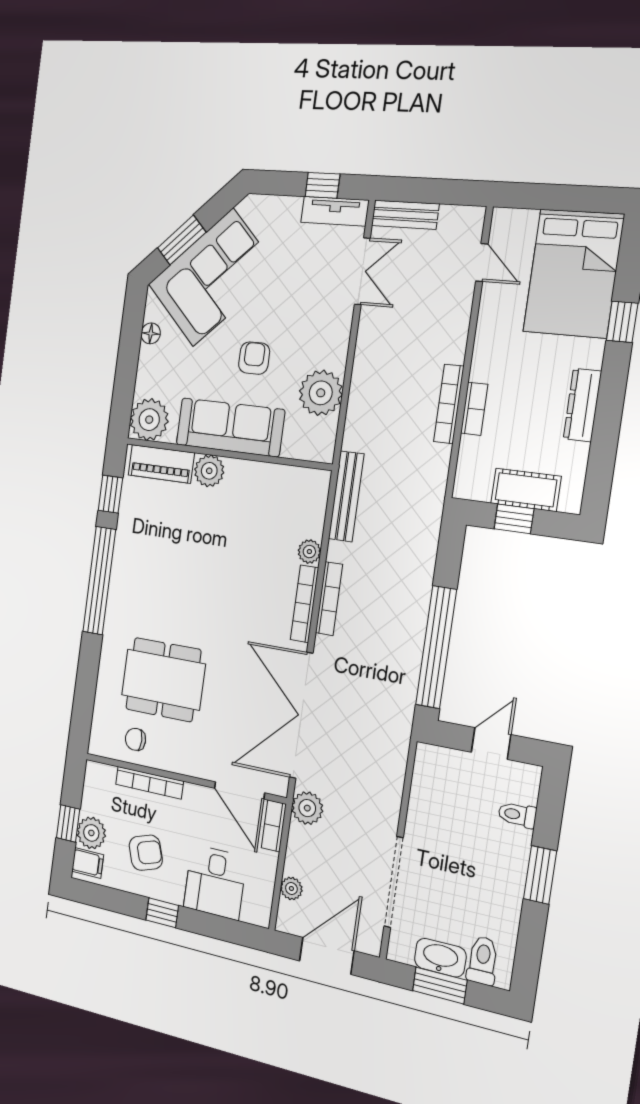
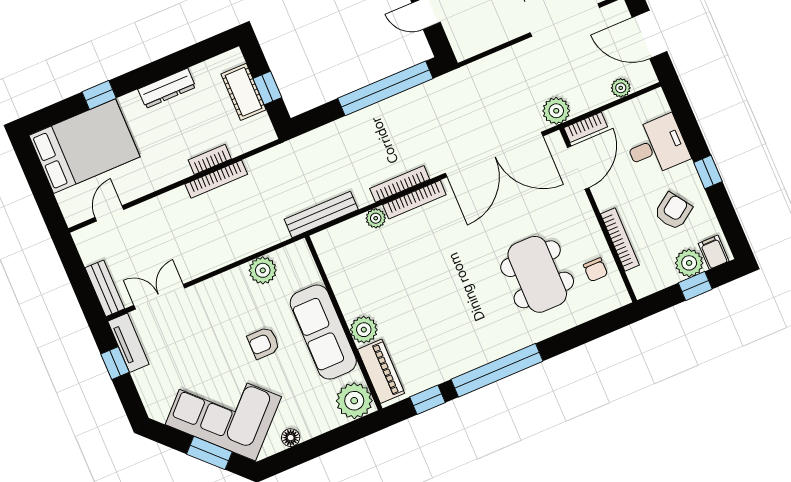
plant: (321, 393) -> (263, 270), width x0.73, depth x0.73
armchair: (146, 853) -> (673, 211), turned 73

